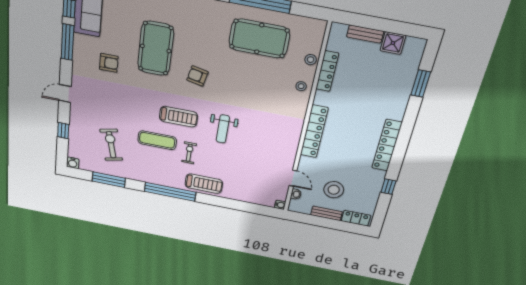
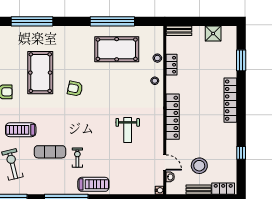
bench: (365, 34) -> (179, 31), moved
locker: (327, 71) -> (171, 65), width x0.66
treadmill: (178, 117) -> (21, 130), moved, turned 180
weight bench: (223, 129) -> (128, 130), moved
locker: (387, 145) -> (230, 100), moved

